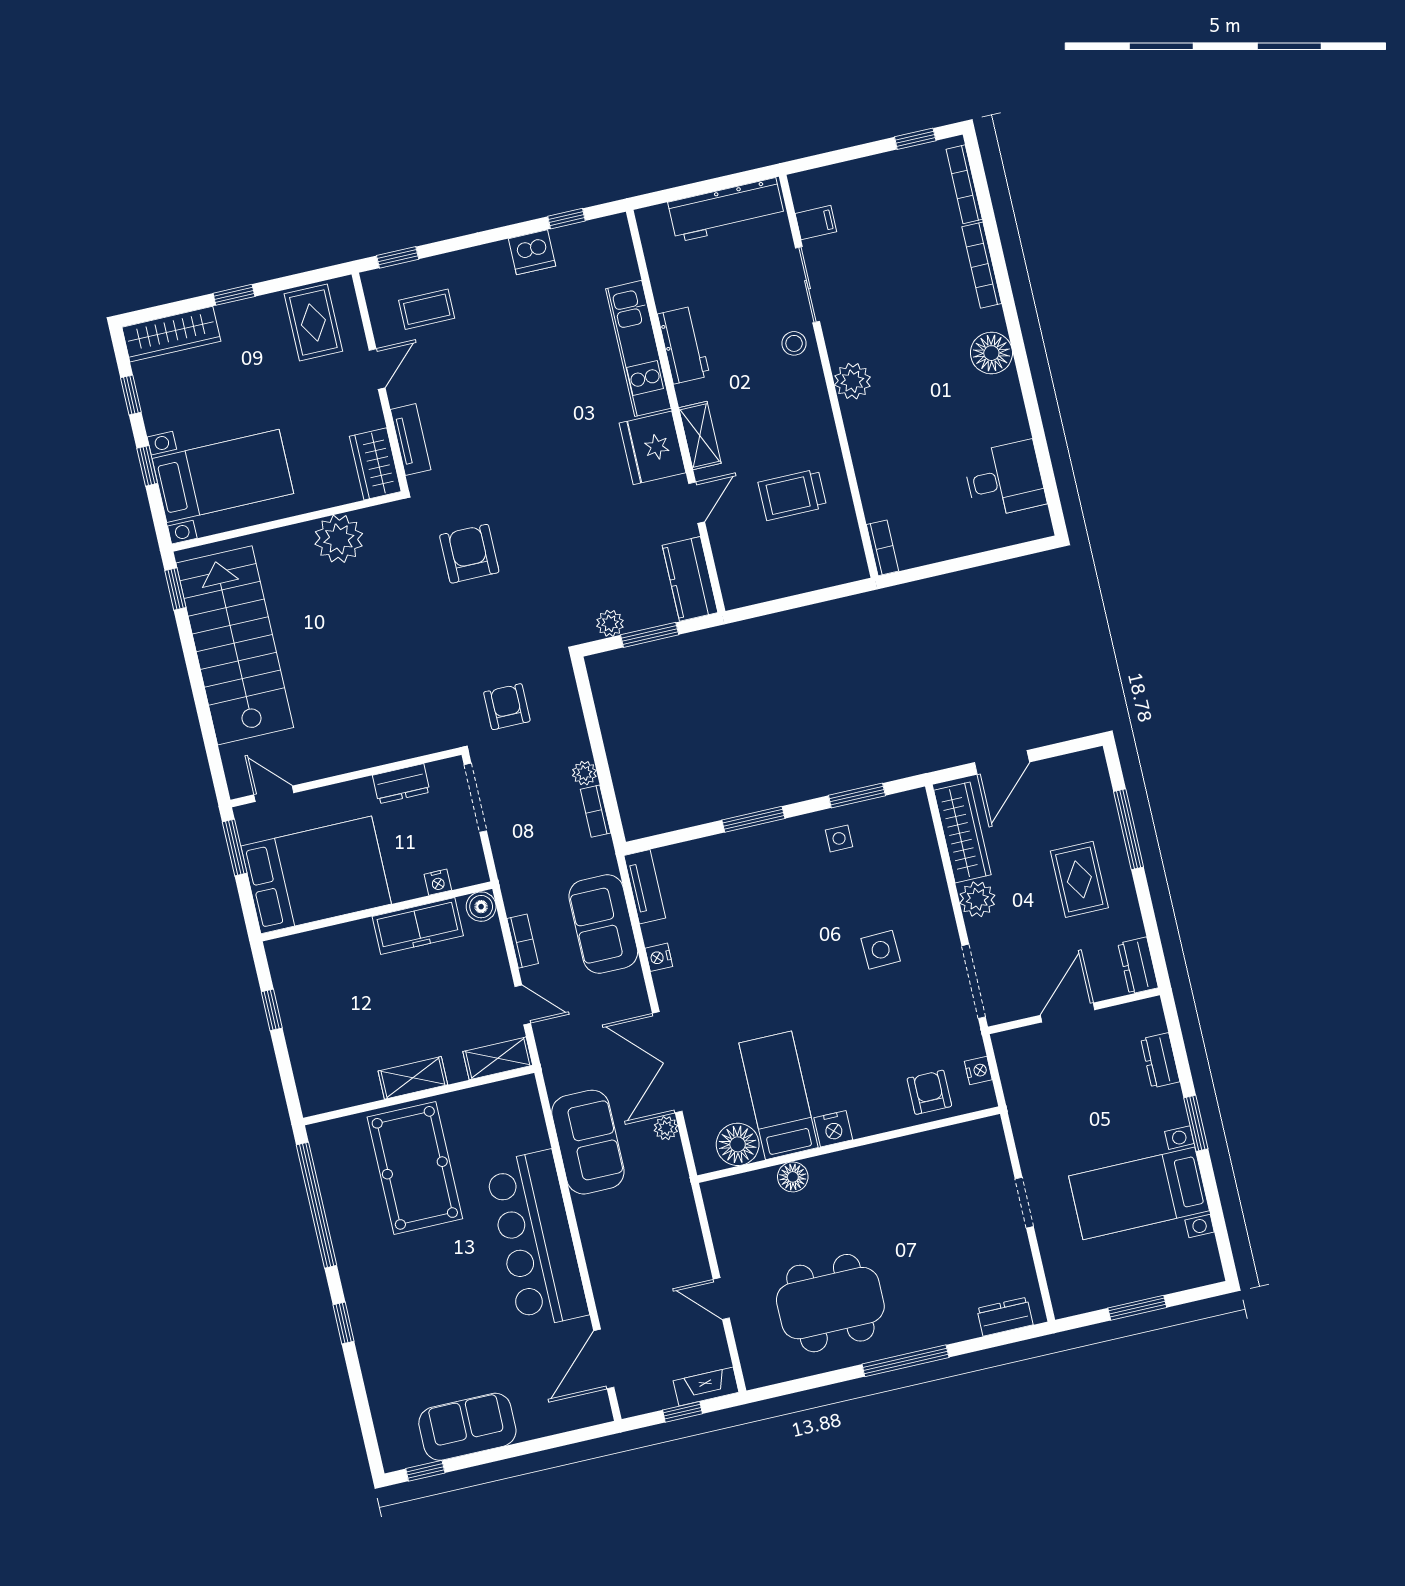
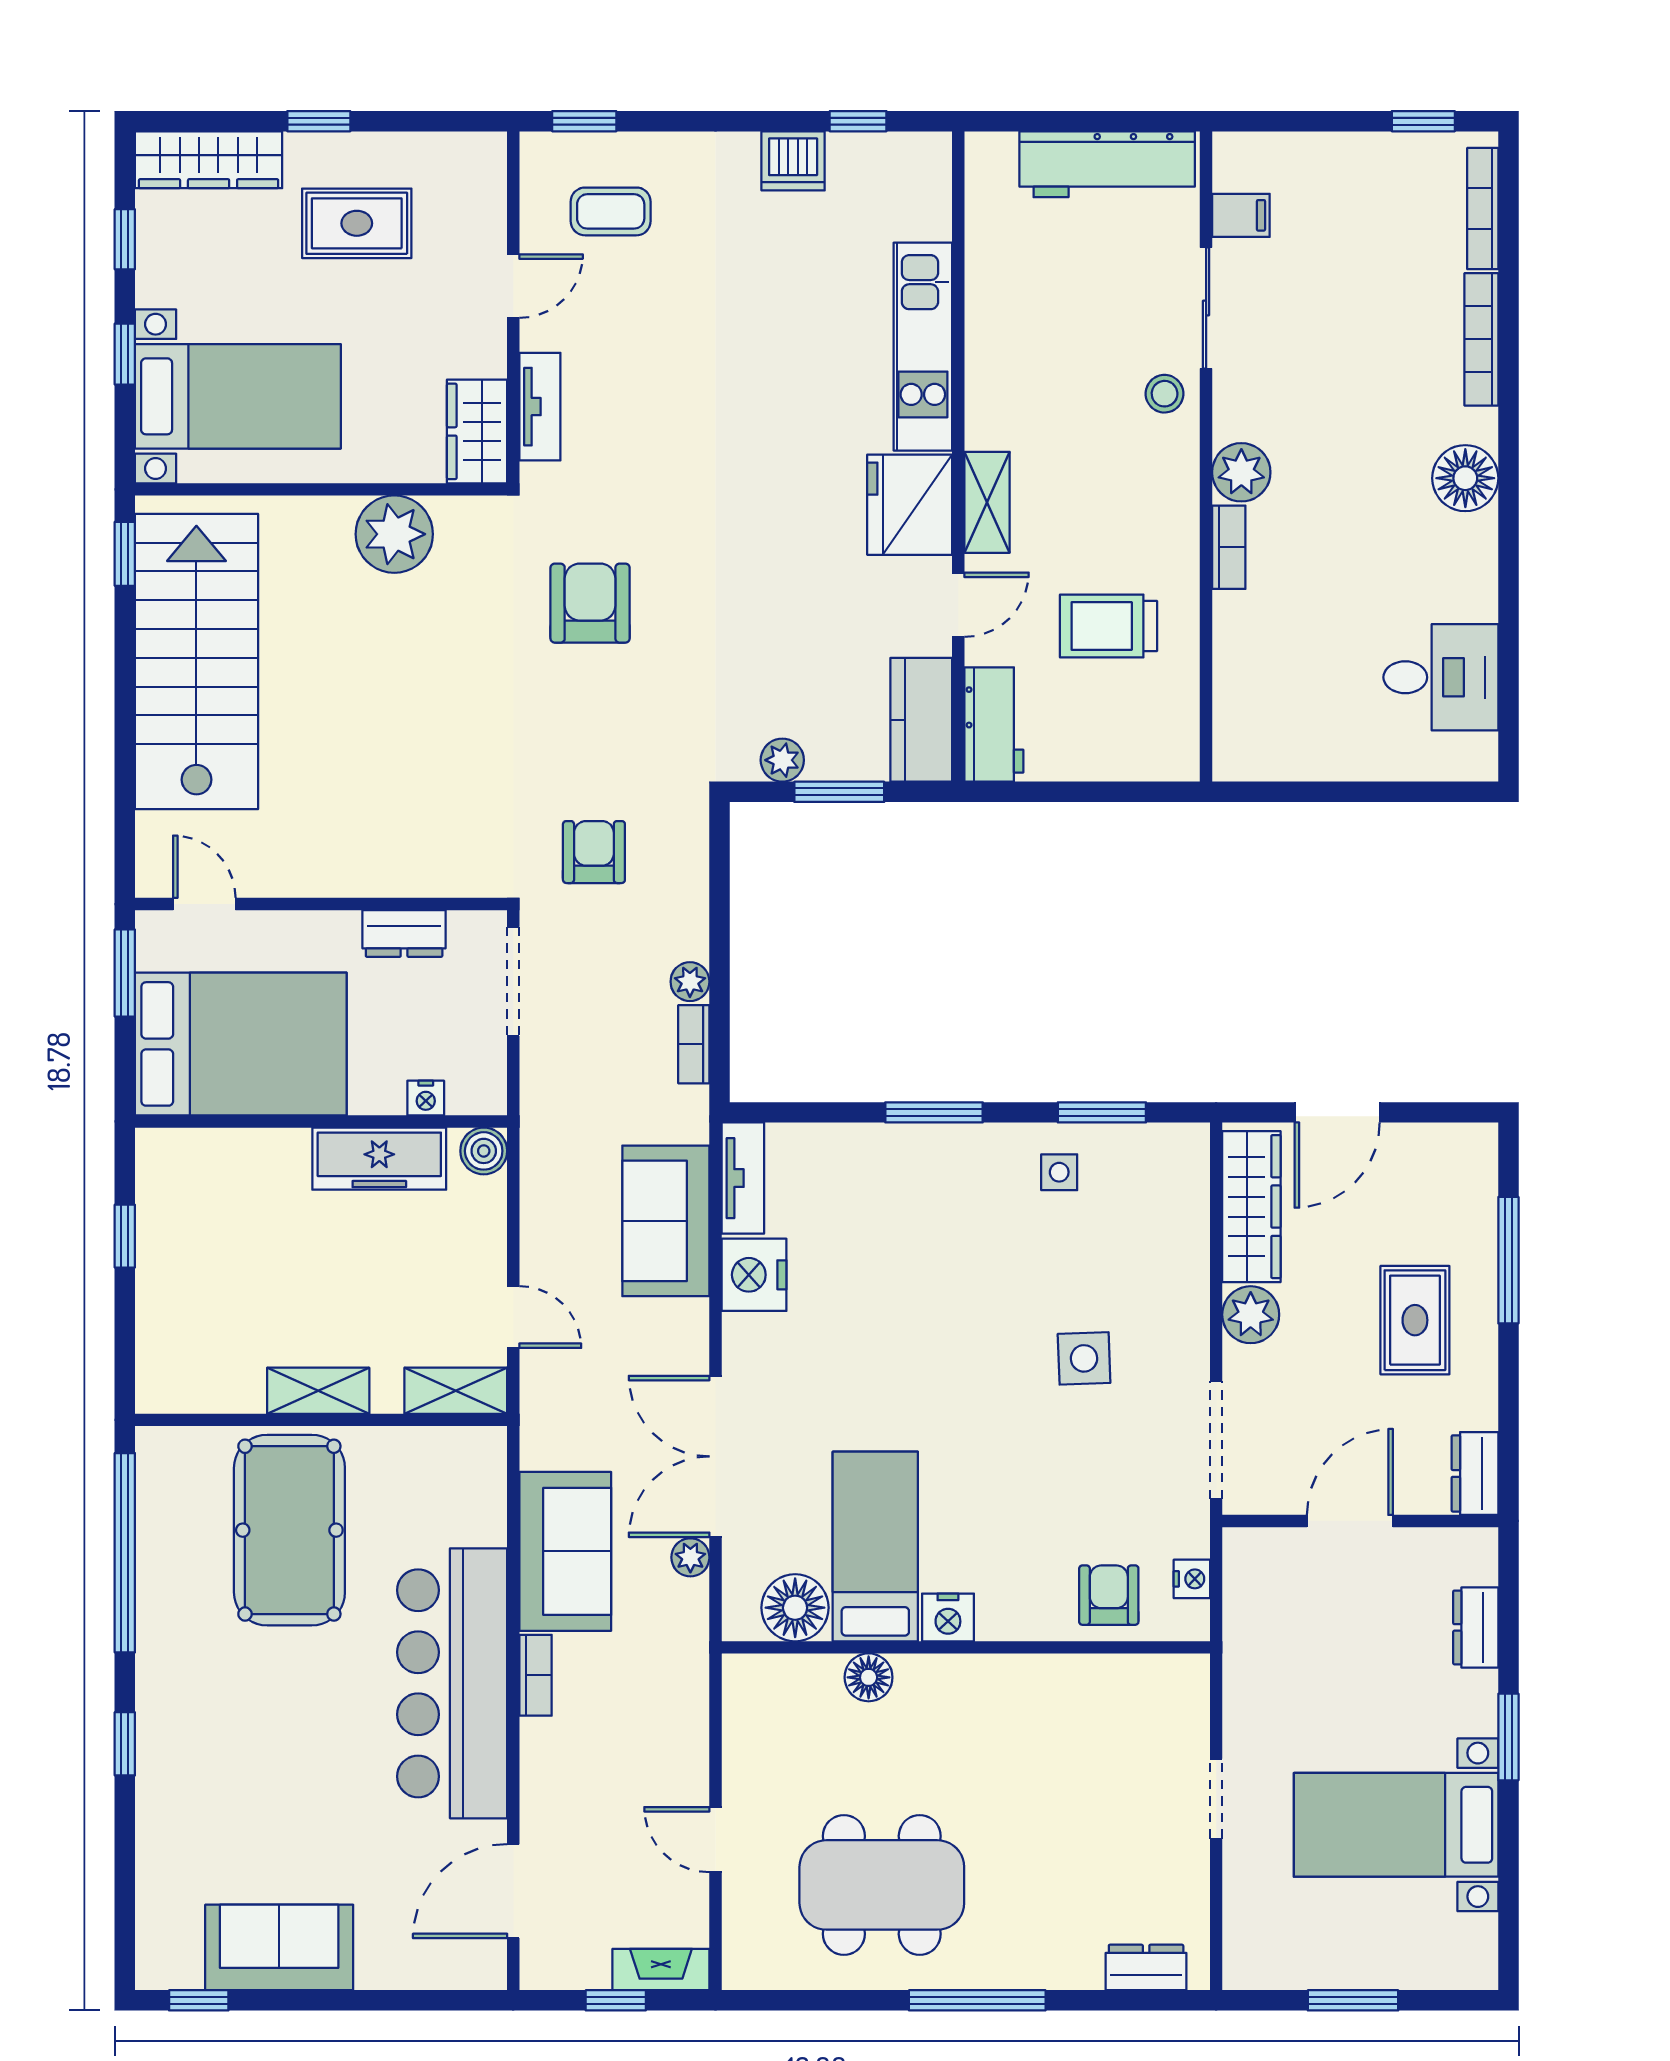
rug: (313, 322) -> (357, 223), moved, turned 90
workbench: (684, 345) -> (994, 724), moved
bookcase: (883, 548) -> (1229, 547), moved
bookcase: (523, 941) -> (535, 1675), moved
nightstand: (659, 957) -> (754, 1275), width x1.89, depth x1.79

